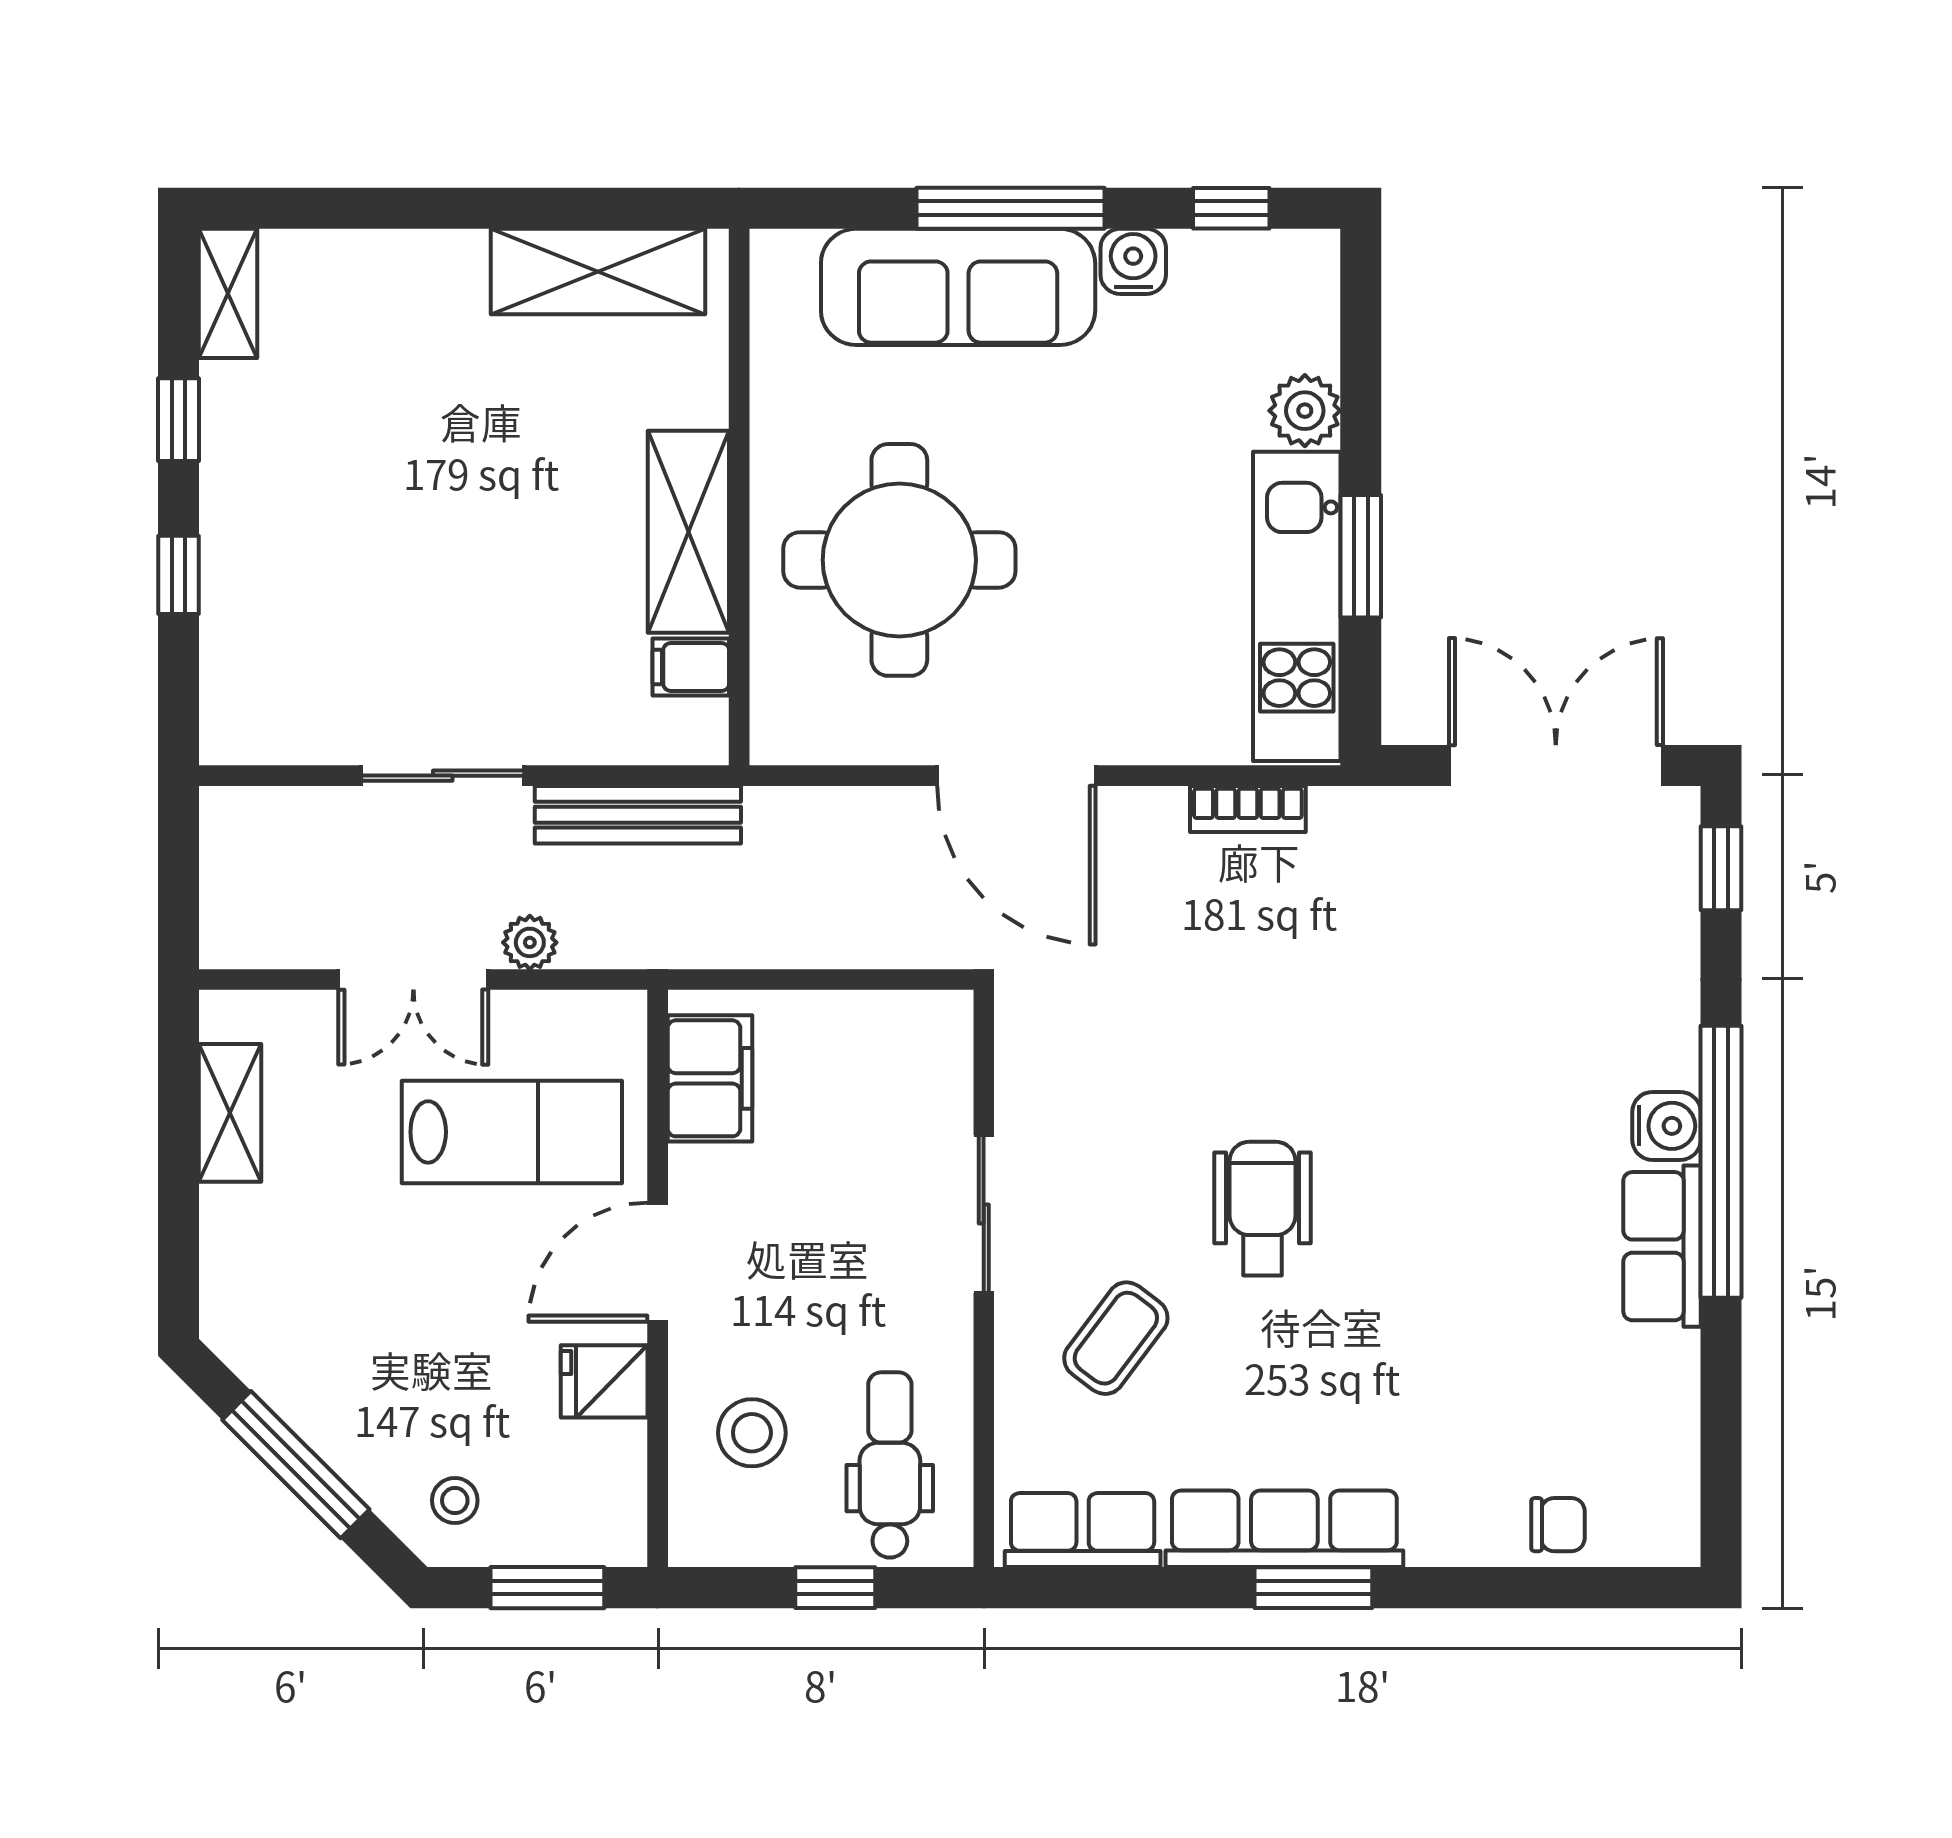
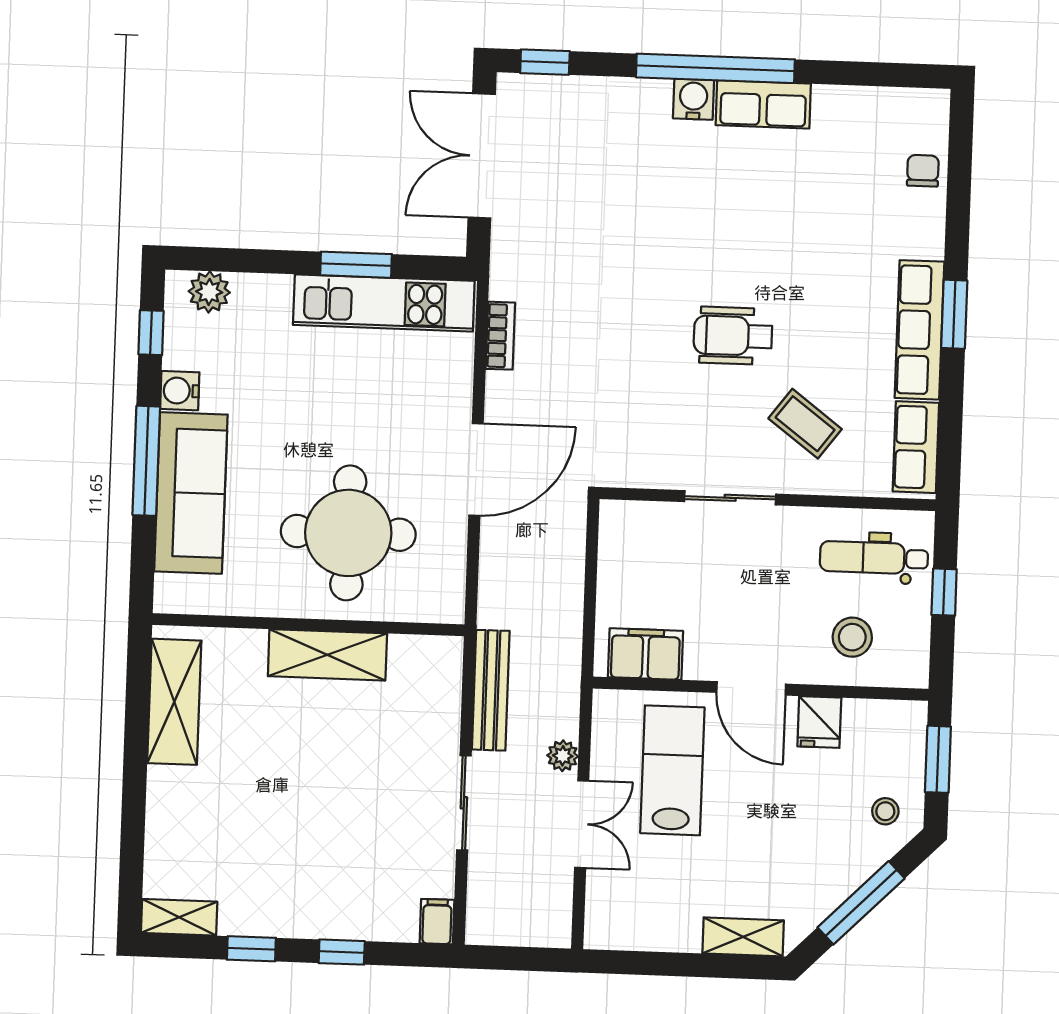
plant: (1305, 411) -> (209, 292), moved
filing cabinet: (691, 667) -> (437, 922), moved, turned 180
shelving: (230, 1113) -> (743, 937), moved

